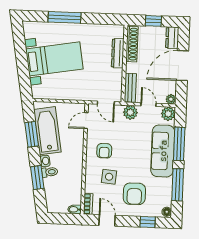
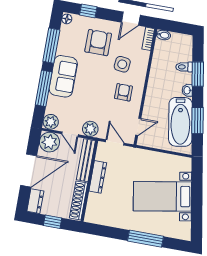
dresser: (118, 53) -> (98, 177), moved
bench: (130, 88) -> (86, 160), width x1.36
plant: (171, 99) -> (49, 142), width x1.87, depth x1.87
sofa: (163, 151) -> (63, 76), width x0.73
toilet: (50, 172) -> (184, 67), moved
door: (107, 220) -> (131, 19), hinge flipped

